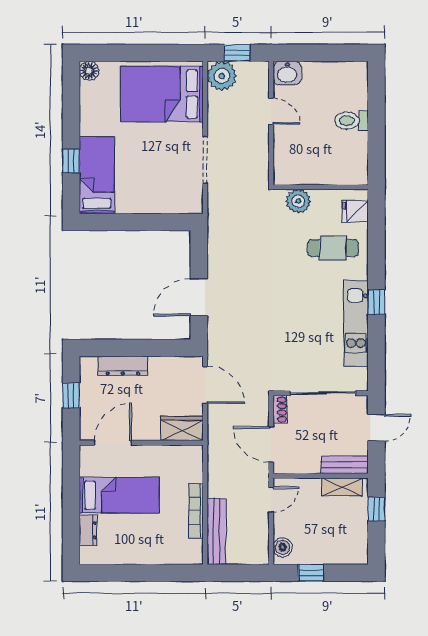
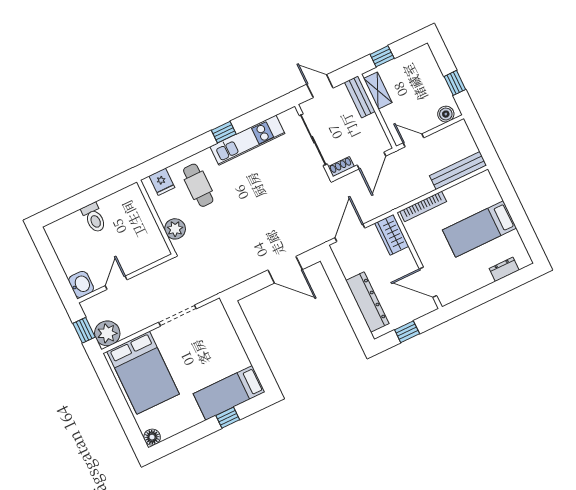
dresser: (123, 366) -> (367, 302), width x1.37, depth x1.24
bed: (119, 495) -> (480, 229), moved, turned -90
bookcase: (196, 511) -> (423, 206), moved

